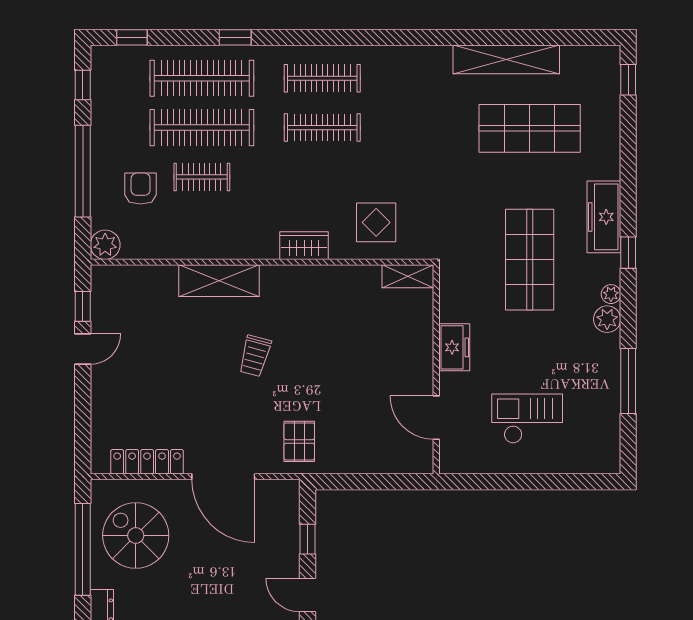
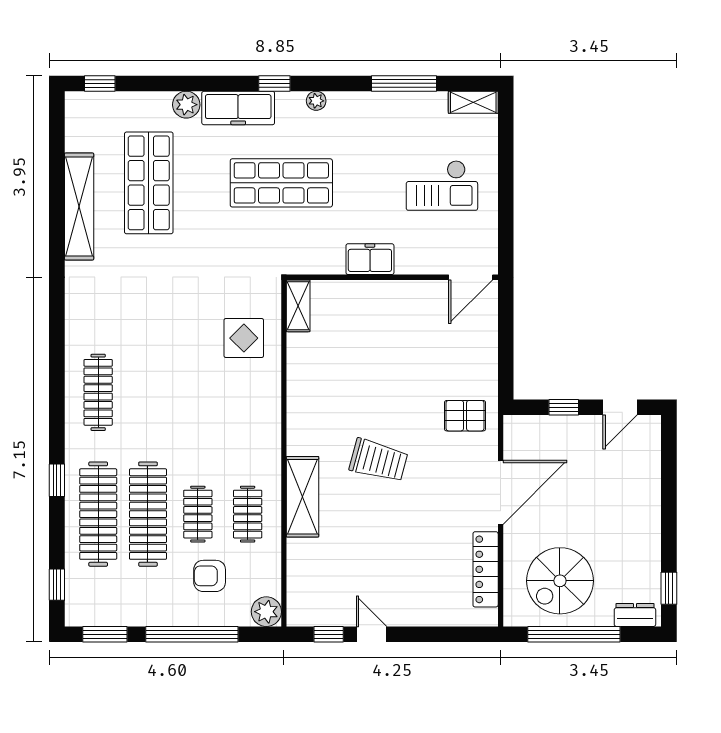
window: (83, 85) -> (105, 634), width x1.50
clothes rail: (322, 128) -> (248, 514), moved, width x0.73
wardrobe: (304, 246) -> (267, 411), removed
plant: (607, 319) -> (186, 105), moved
trolley: (255, 356) -> (379, 460), width x1.36, depth x1.39
door: (436, 418) -> (471, 277), moved
checkout: (527, 419) -> (442, 185), turned -90
shelving: (610, 450) -> (473, 102), added

